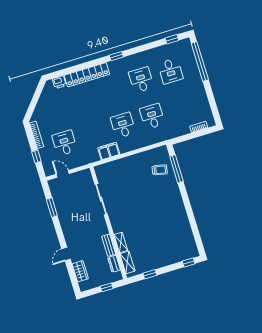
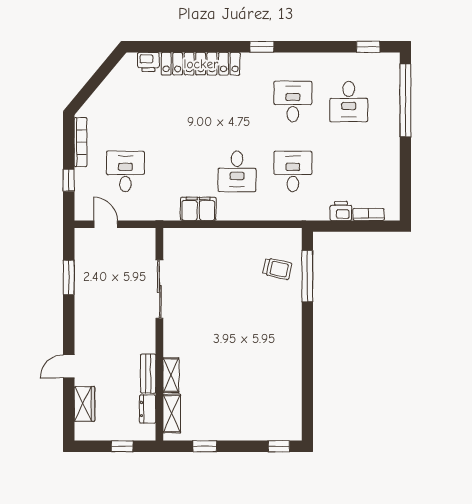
desk: (123, 125) -> (237, 171), turned 180
printer: (184, 129) -> (341, 211), added

